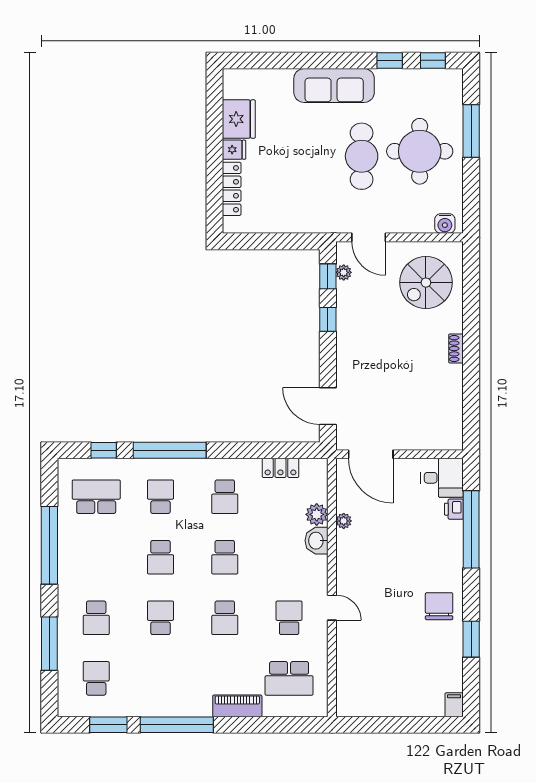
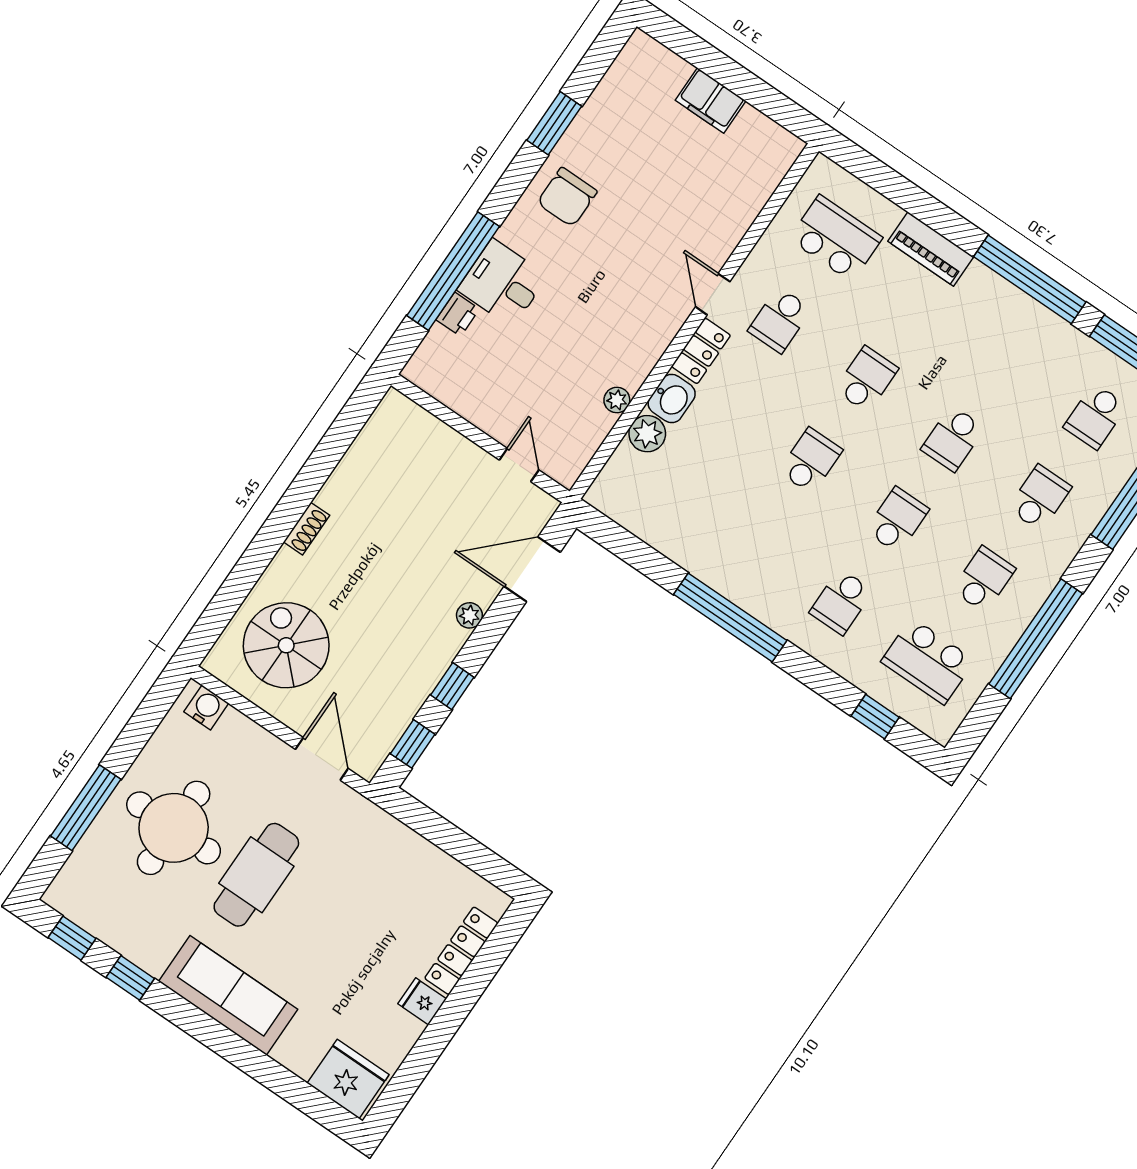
fridge: (239, 119) -> (348, 1079), moved, turned 90
plant: (344, 272) -> (469, 615), moved
spiral stairs: (426, 283) -> (286, 645), turned -90
door: (328, 406) -> (532, 569), swing flipped
window: (170, 450) -> (730, 617), moved
door: (371, 454) -> (519, 465), width x0.53
locker: (280, 468) -> (701, 351), moved, turned 90
desk: (442, 478) -> (502, 283), moved
school desk: (225, 497) -> (984, 579), moved
filing cabinet: (454, 705) -> (711, 100), moved, width x2.00

